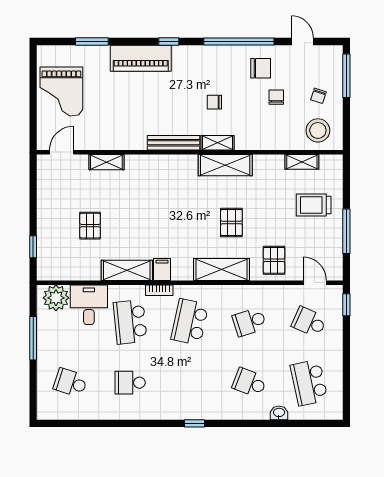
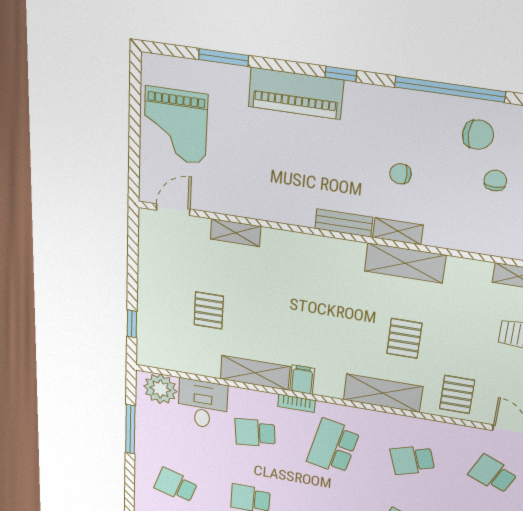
bench: (174, 143) -> (344, 223), width x0.73
school desk: (130, 322) -> (255, 433), width x0.54

